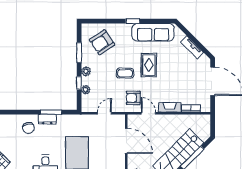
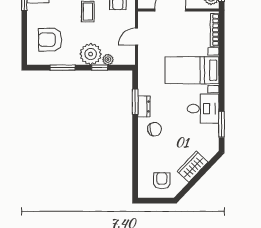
armchair: (102, 42) -> (50, 40), turned 124
plant: (86, 71) -> (91, 54), width x1.87, depth x1.87
door: (104, 113) -> (137, 37), hinge flipped

